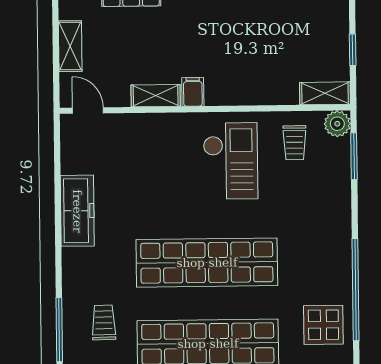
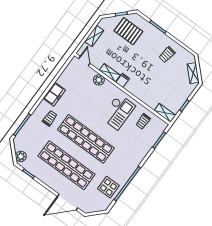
plant: (337, 124) -> (99, 80), moved
freezer: (77, 211) -> (54, 94), width x0.71
trolley: (104, 322) -> (50, 118), moved

